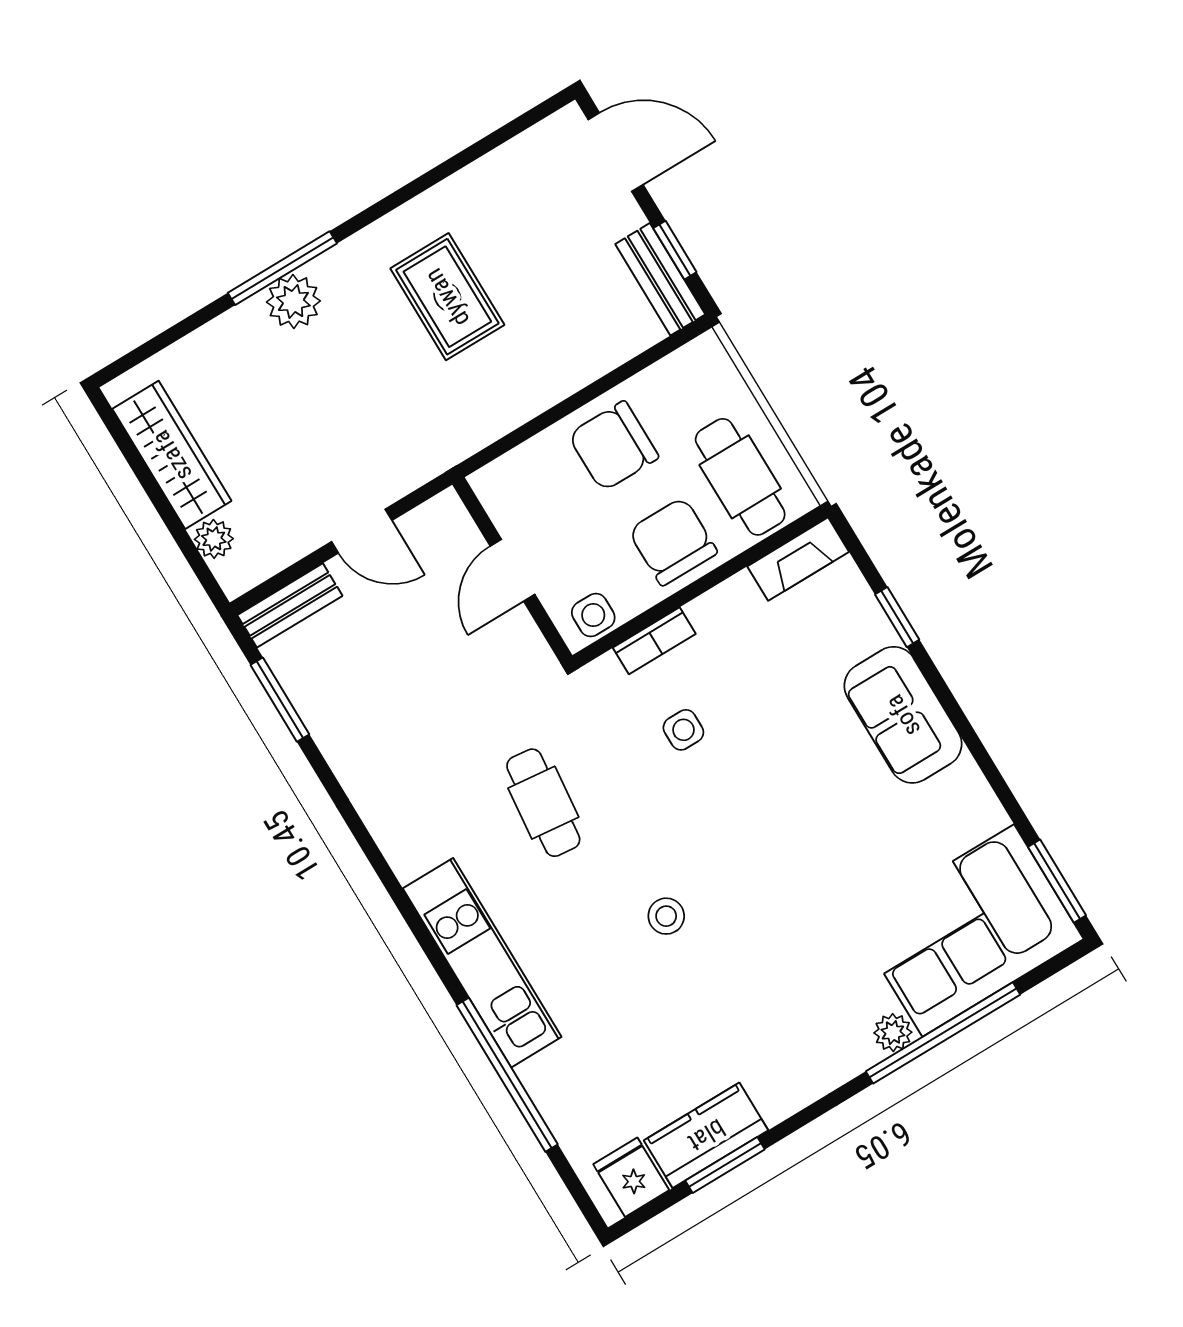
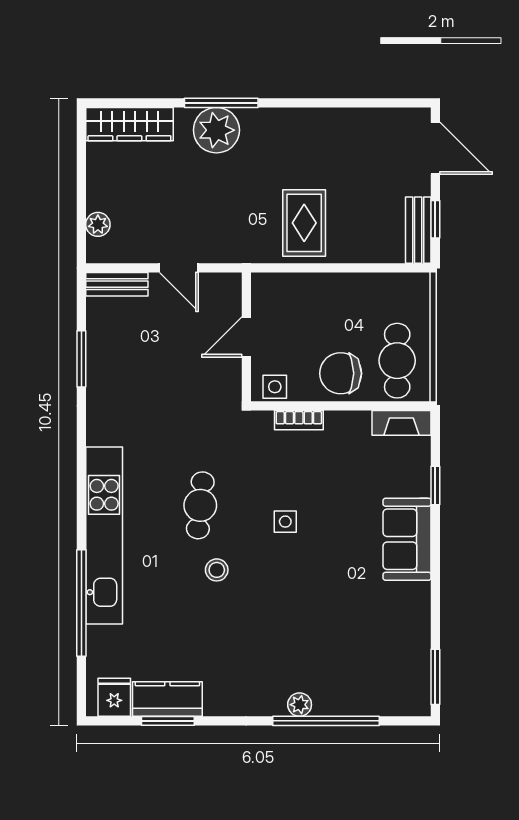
rug: (447, 297) -> (304, 223), moved
plant: (293, 302) -> (216, 130), width x1.36, depth x1.36
chair: (613, 446) -> (340, 304), removed
wardrobe: (172, 455) -> (129, 124), moved, turned 90
chair: (673, 541) -> (341, 373), turned -90
window: (280, 700) -> (81, 359), moved
side table: (683, 730) -> (285, 522), moved
cafe table: (543, 803) -> (200, 505), moved
corner sofa: (968, 930) -> (372, 675), removed
kitchen unit: (482, 963) -> (104, 536), width x1.36

